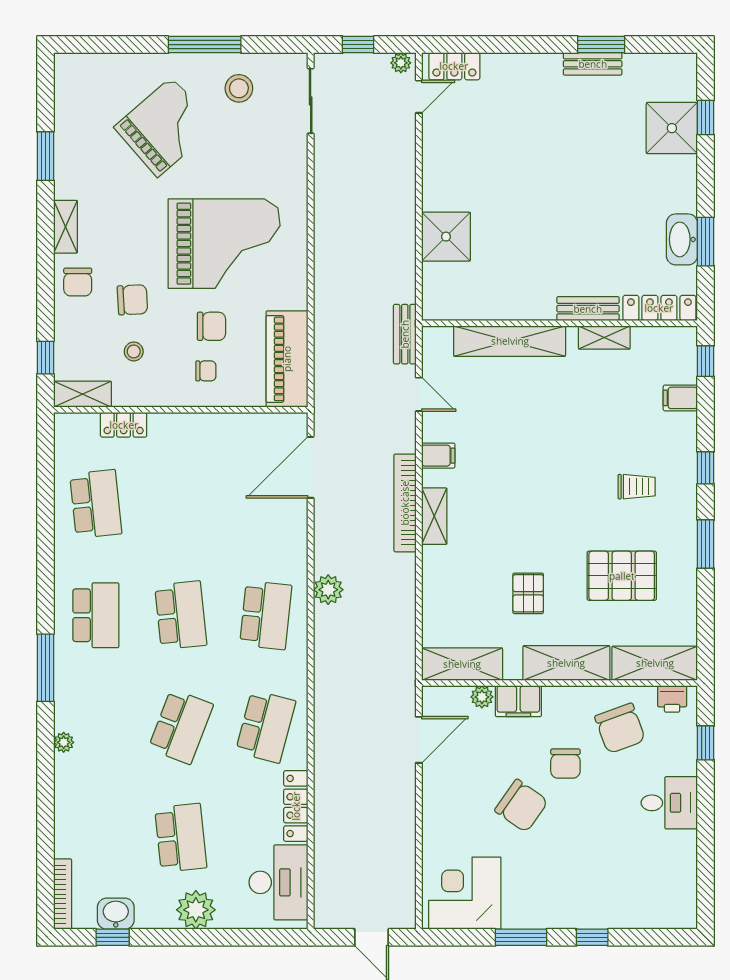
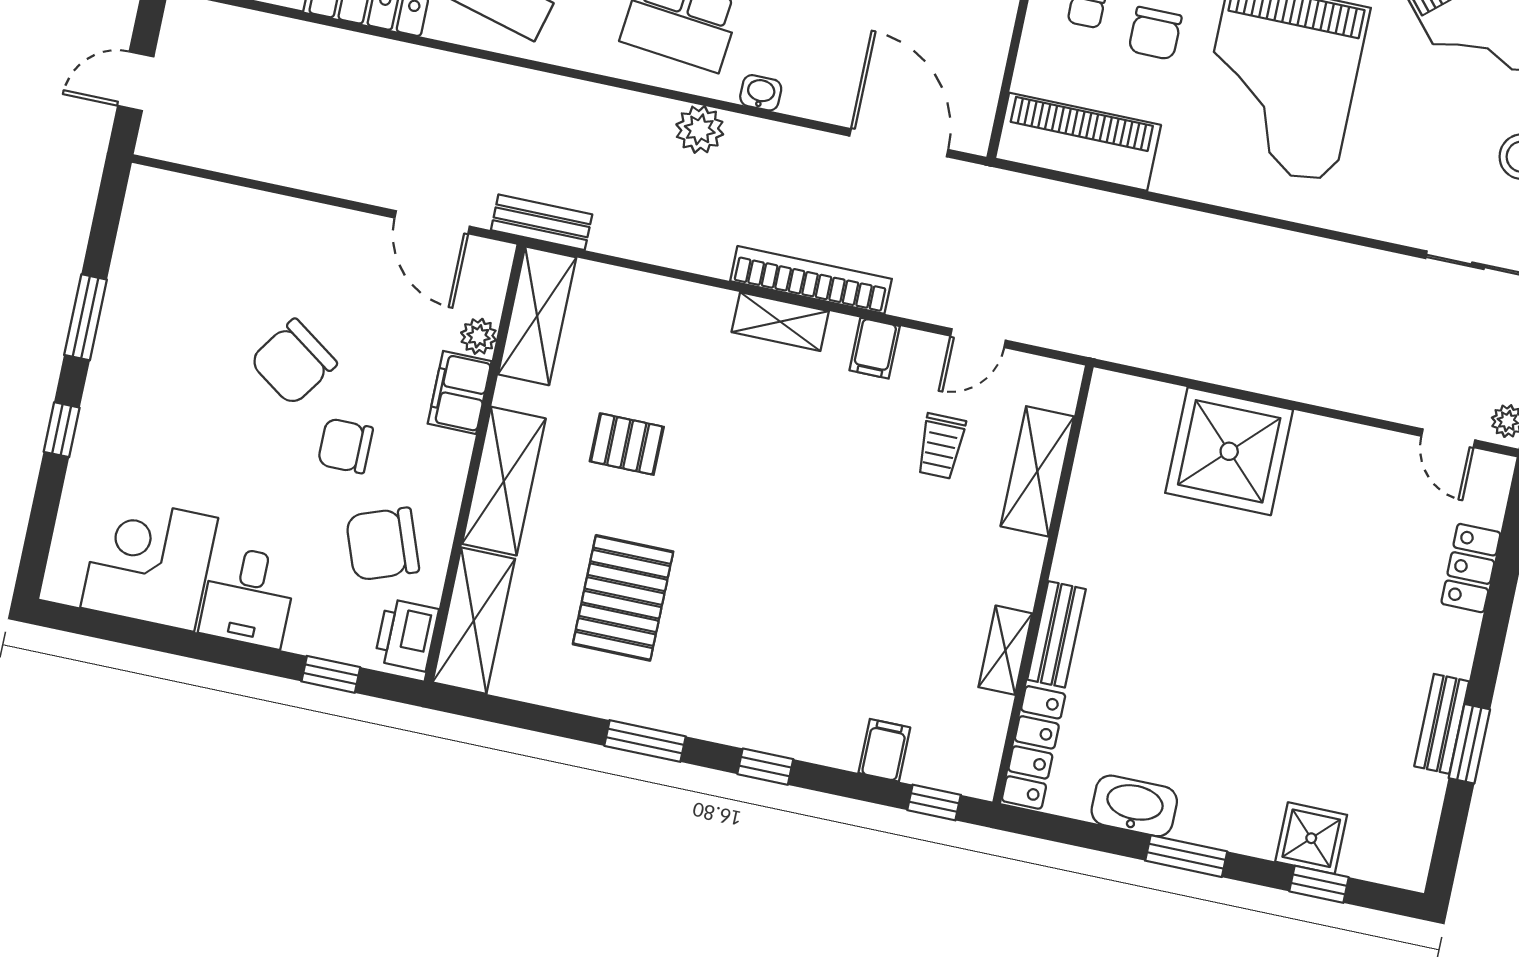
locker: (454, 66) -> (1471, 568), moved
shower: (672, 128) -> (1311, 838), width x0.73, depth x0.73
shower: (446, 237) -> (1229, 451), width x1.37, depth x1.37
window: (706, 242) -> (1186, 856), moved
bench: (405, 334) -> (542, 222), moved
shelving: (510, 341) -> (1037, 471), width x0.68
trolley: (637, 487) -> (941, 446), moved
washbasin: (298, 557) -> (761, 93), added
printer: (672, 699) -> (406, 635), width x1.36, depth x1.24
corner desk: (465, 893) -> (149, 563), moved, turned -90

